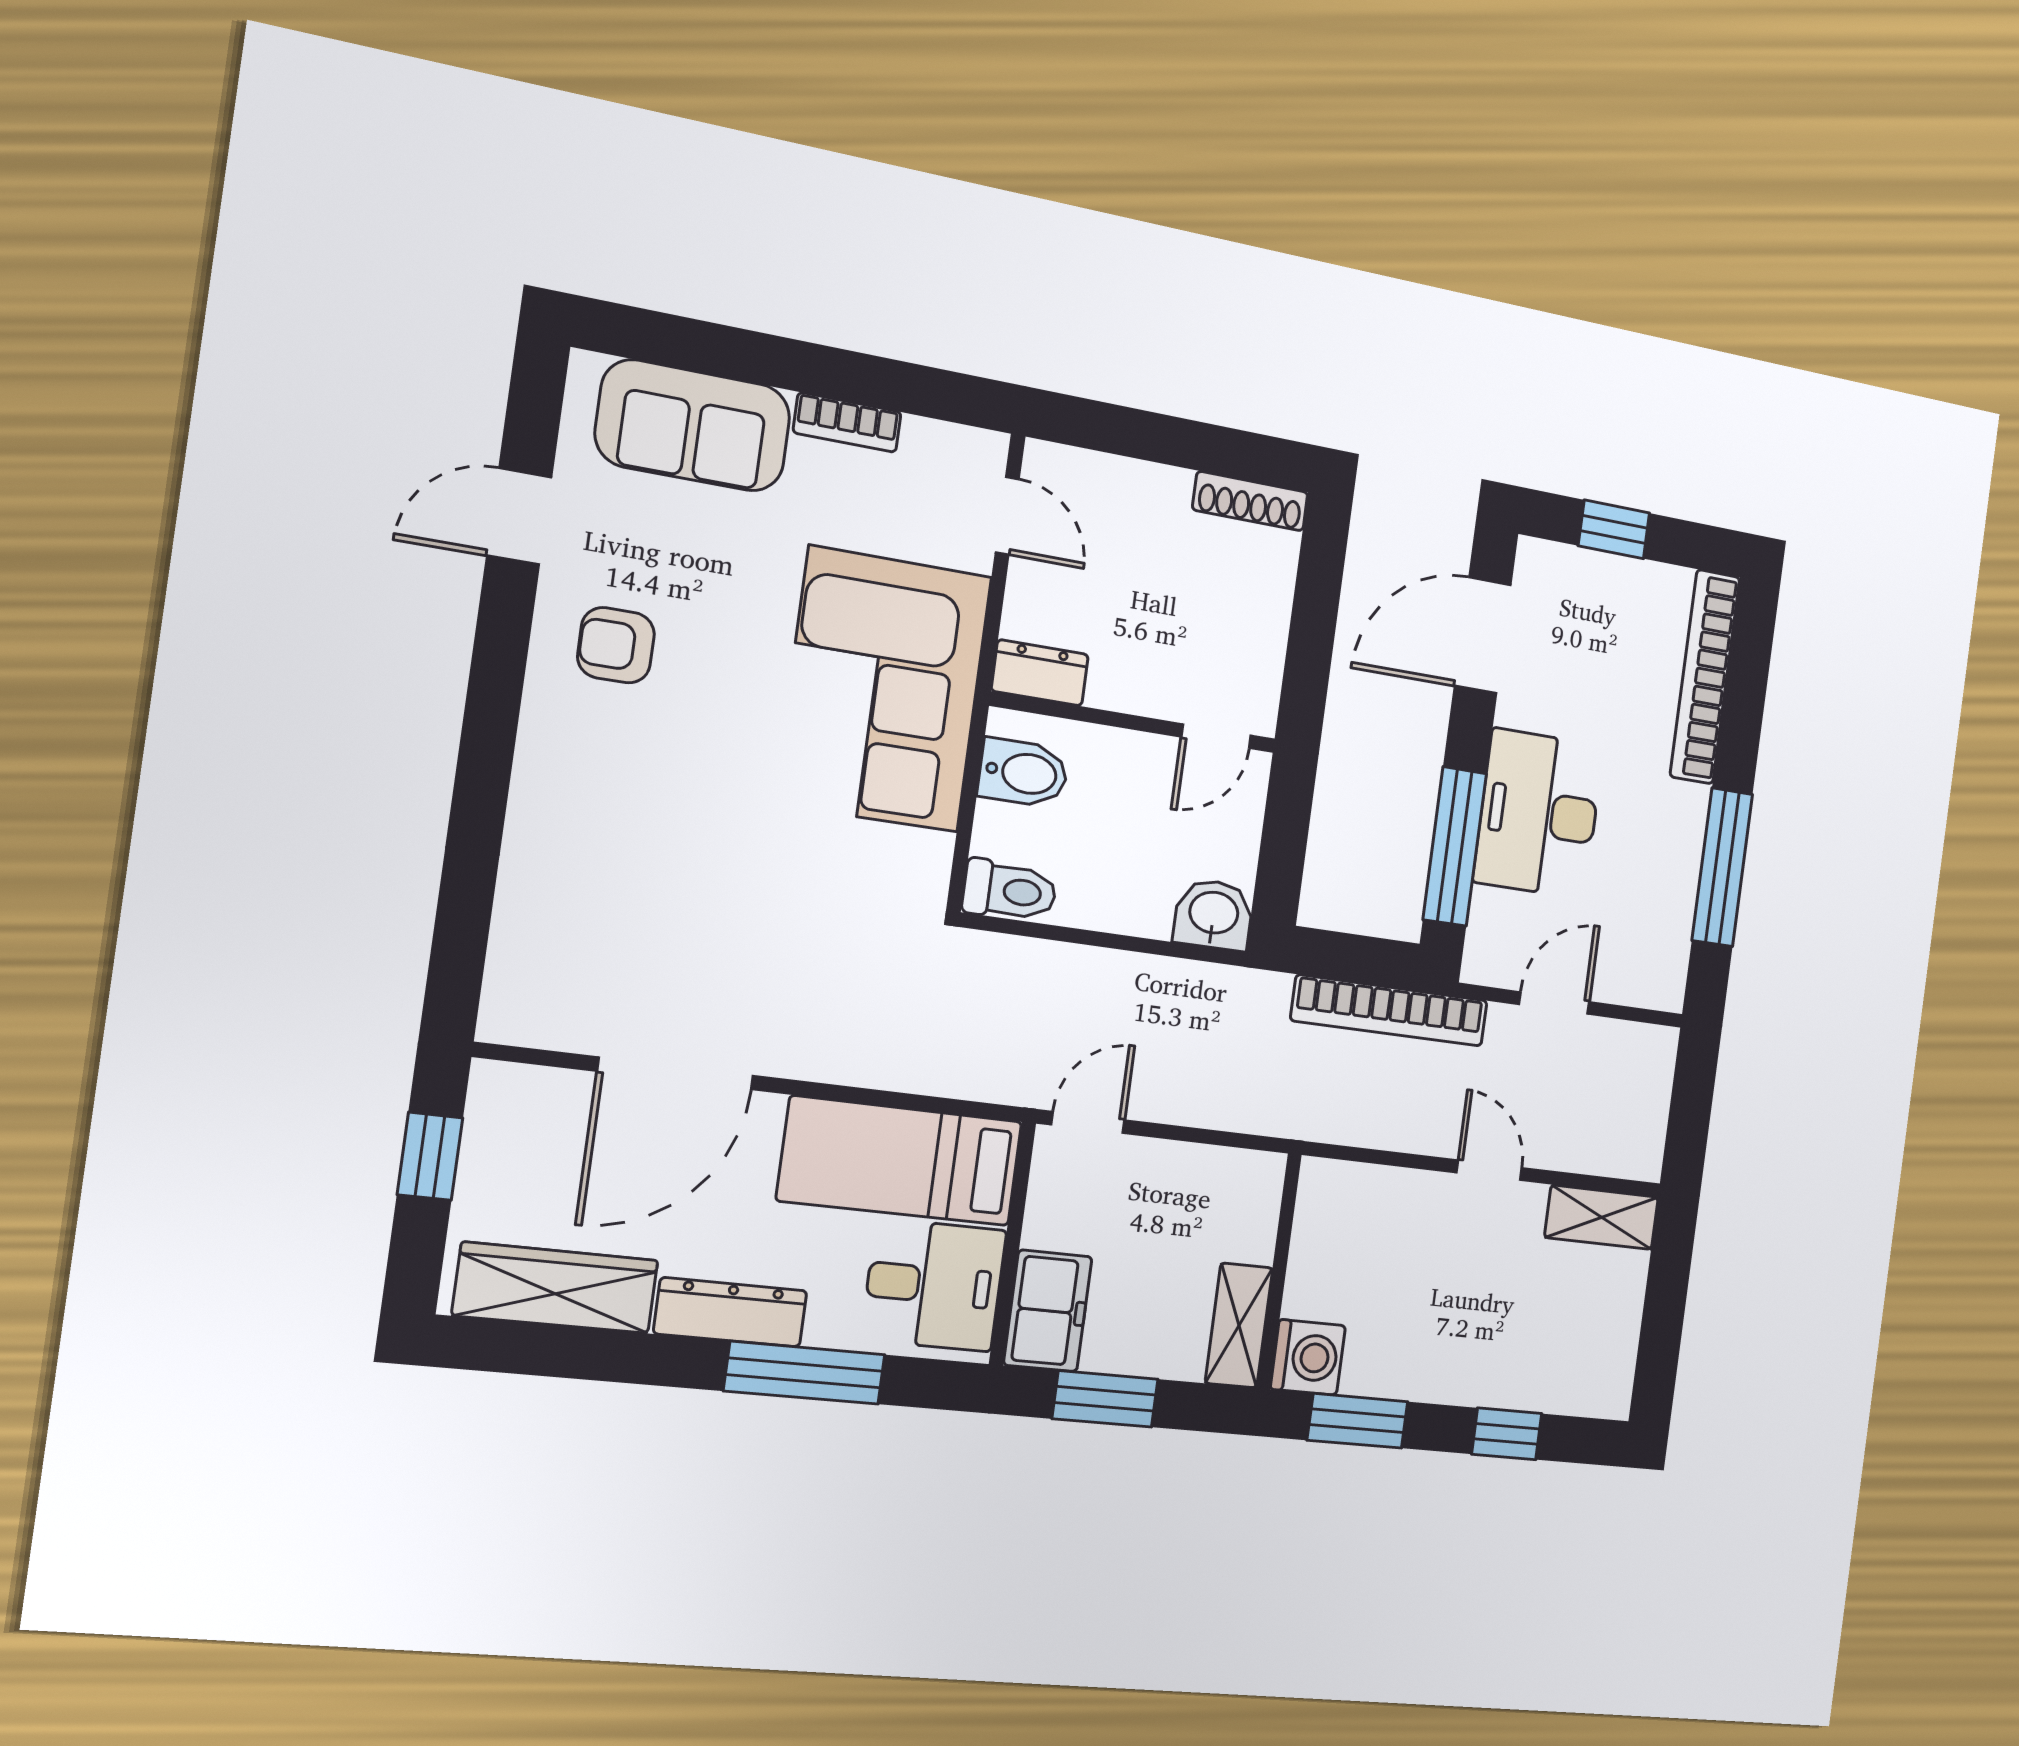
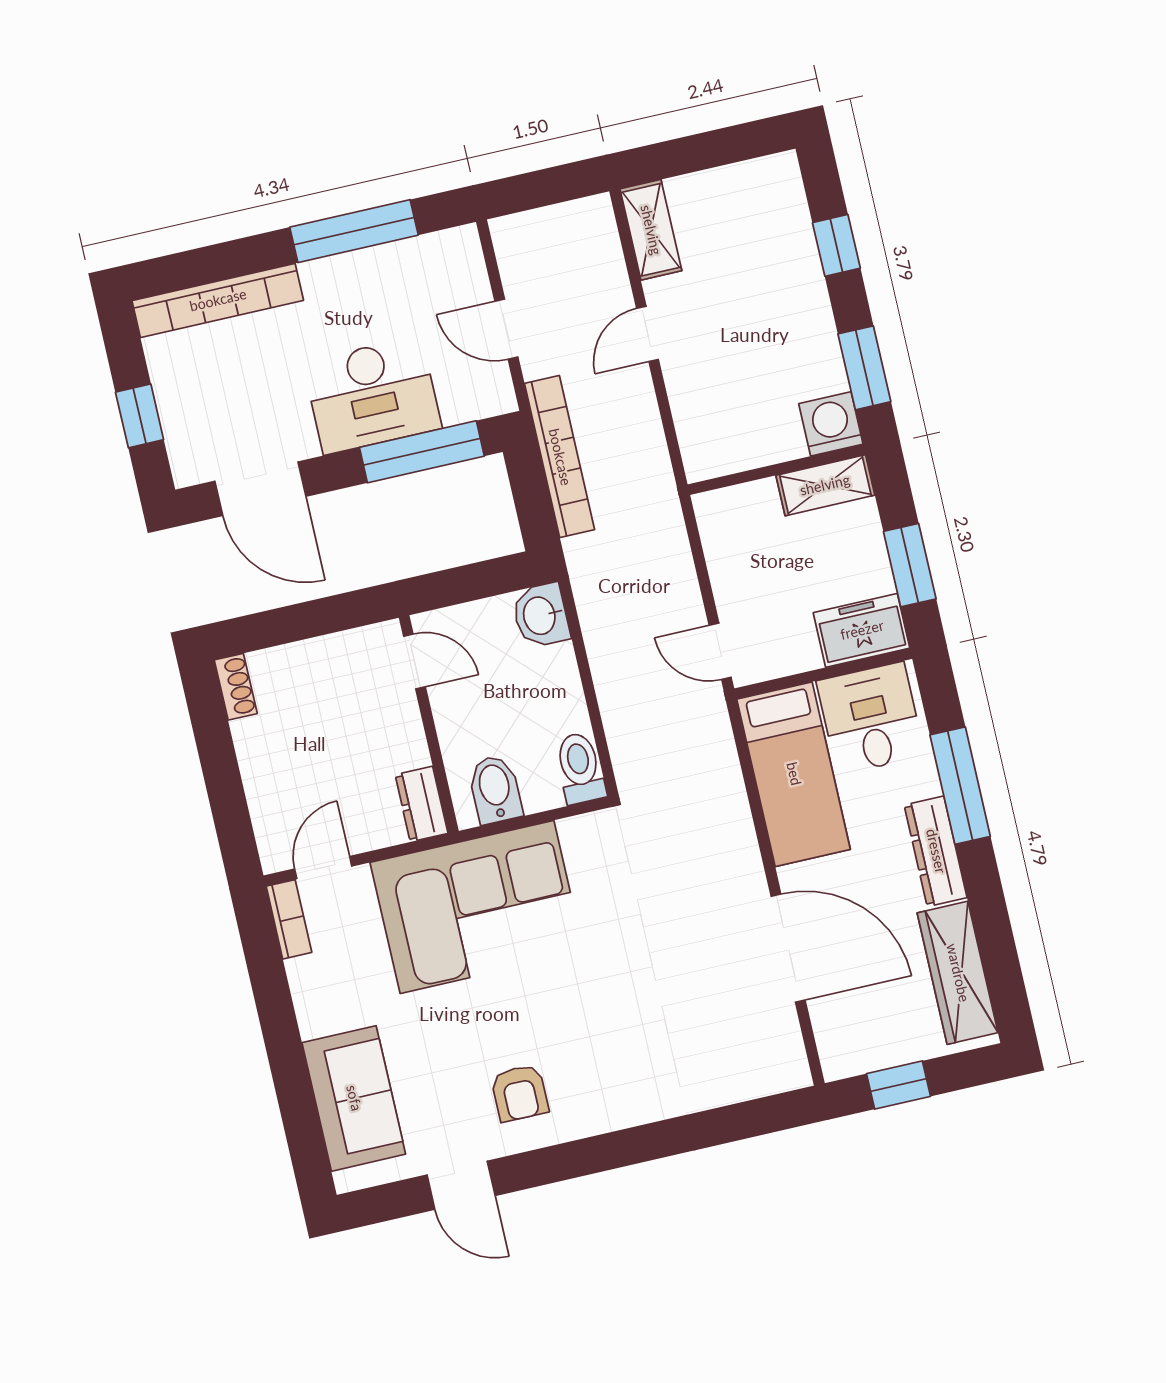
bookcase: (847, 422) -> (289, 919), moved
shoe rack: (1250, 501) -> (236, 687), width x0.70

